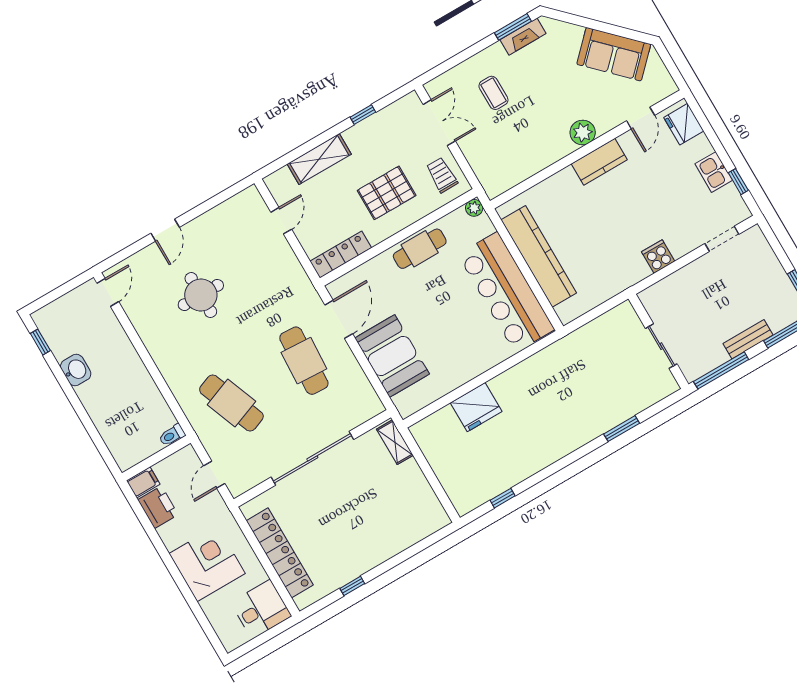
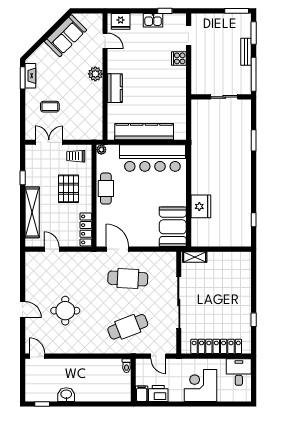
shelving: (319, 159) -> (32, 212), width x1.47
kitchen counter: (599, 162) -> (115, 88), moved
cooker: (658, 256) -> (179, 58), moved
booth: (392, 356) -> (173, 227), moved, turned 90

